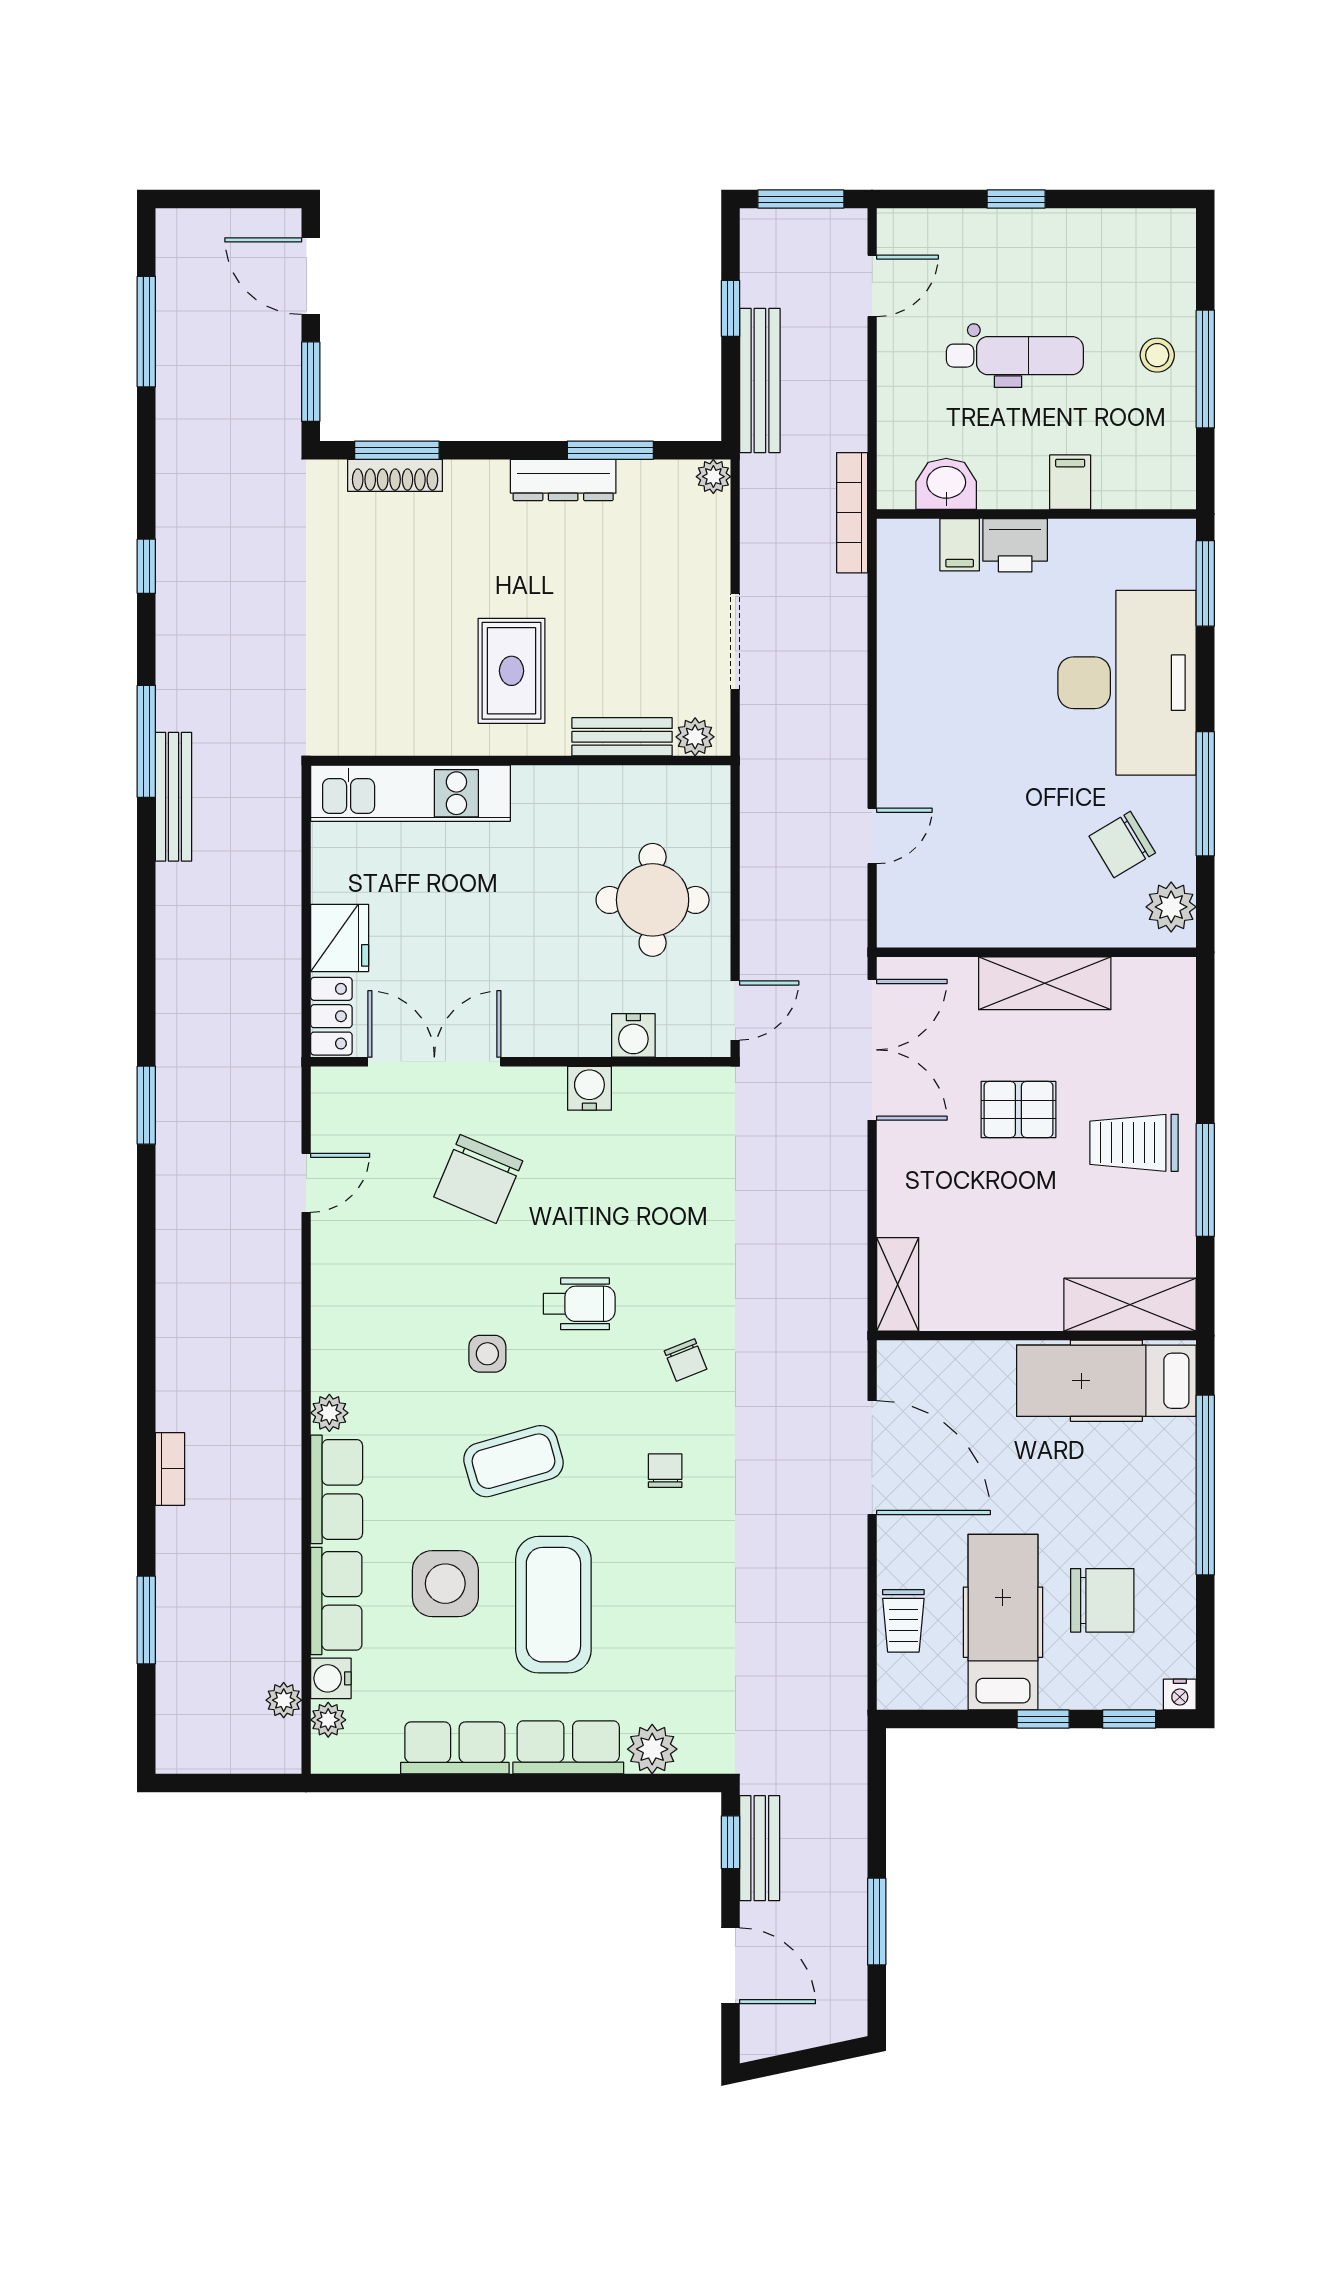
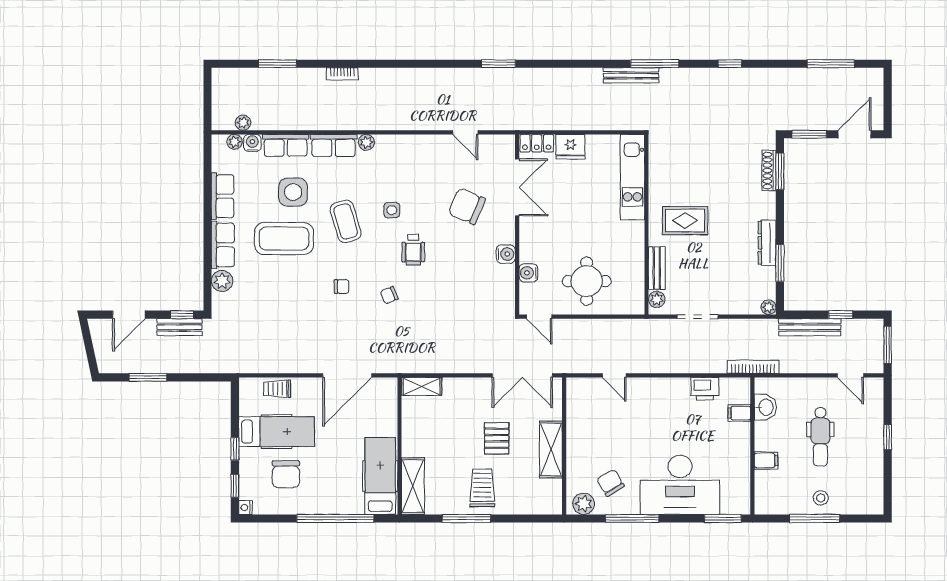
printer: (1015, 545) -> (705, 389), moved, turned -90

